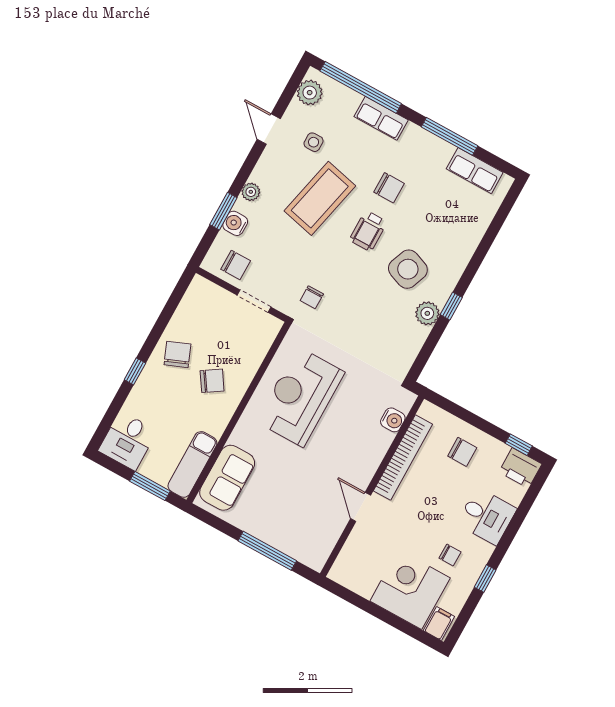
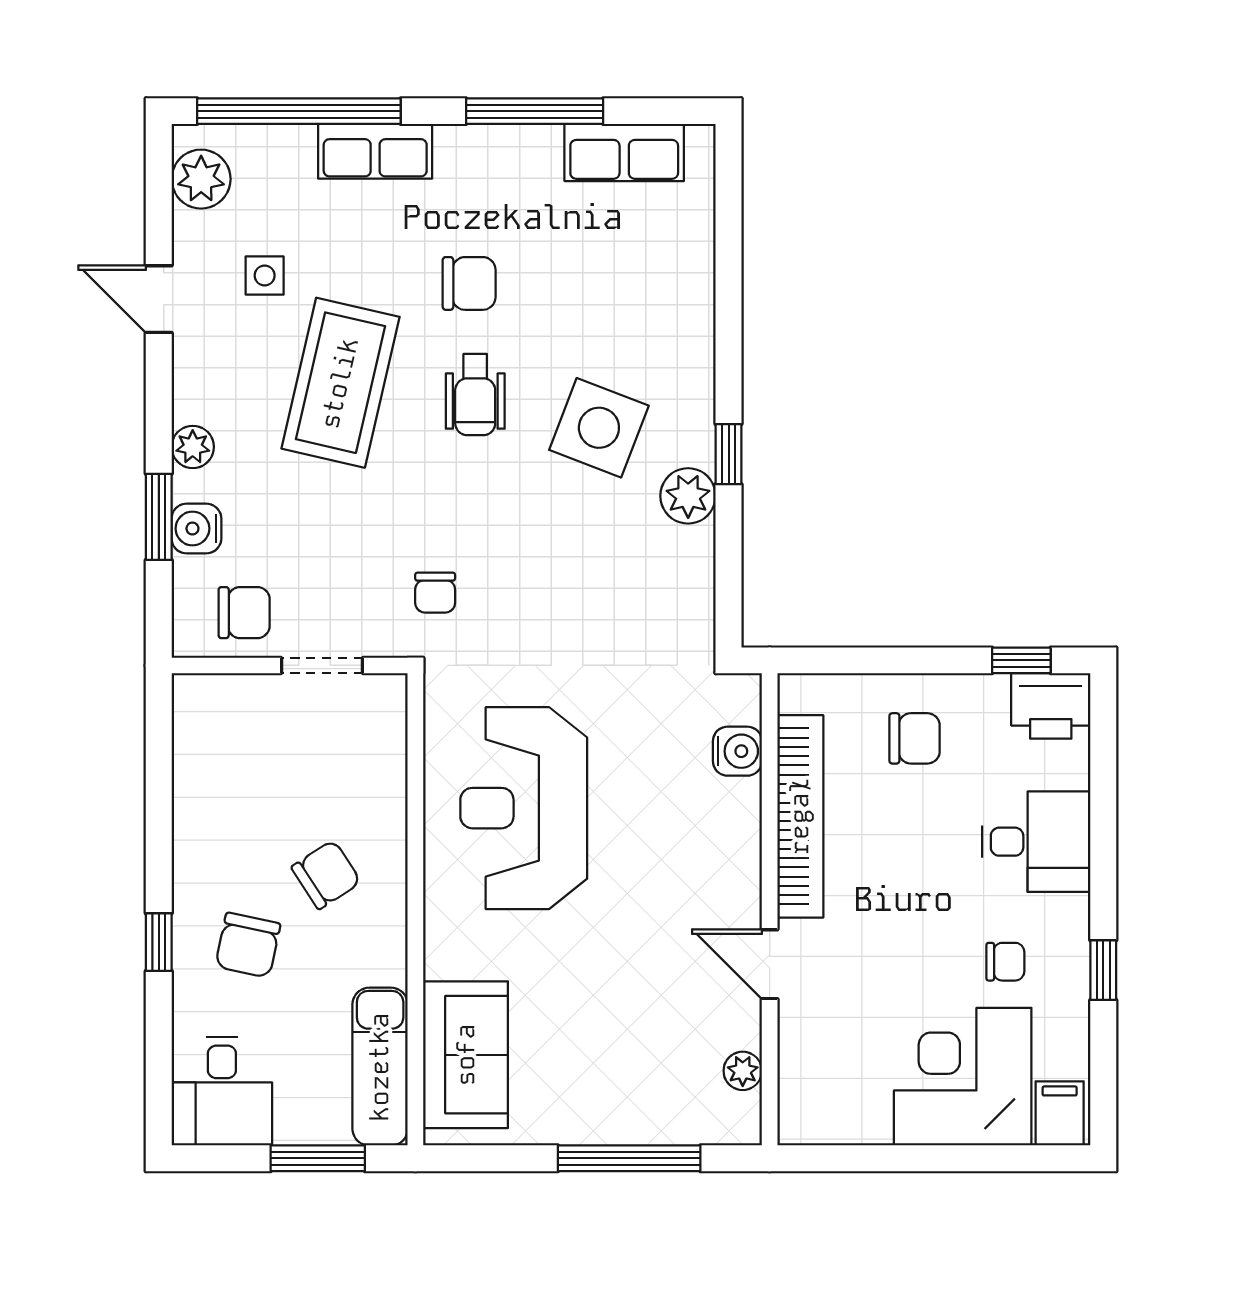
chair: (177, 354) -> (248, 945), moved, turned -146
plant: (328, 542) -> (743, 1071), added

